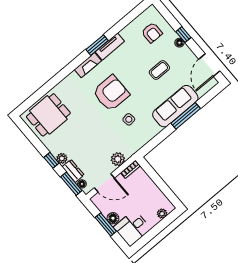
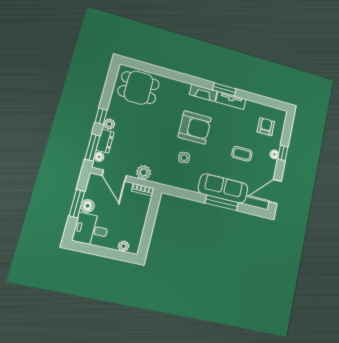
armchair: (152, 33) -> (266, 127), turned 180

